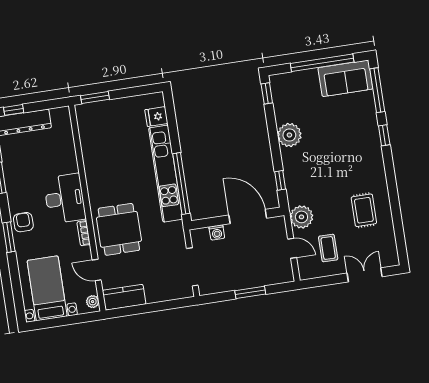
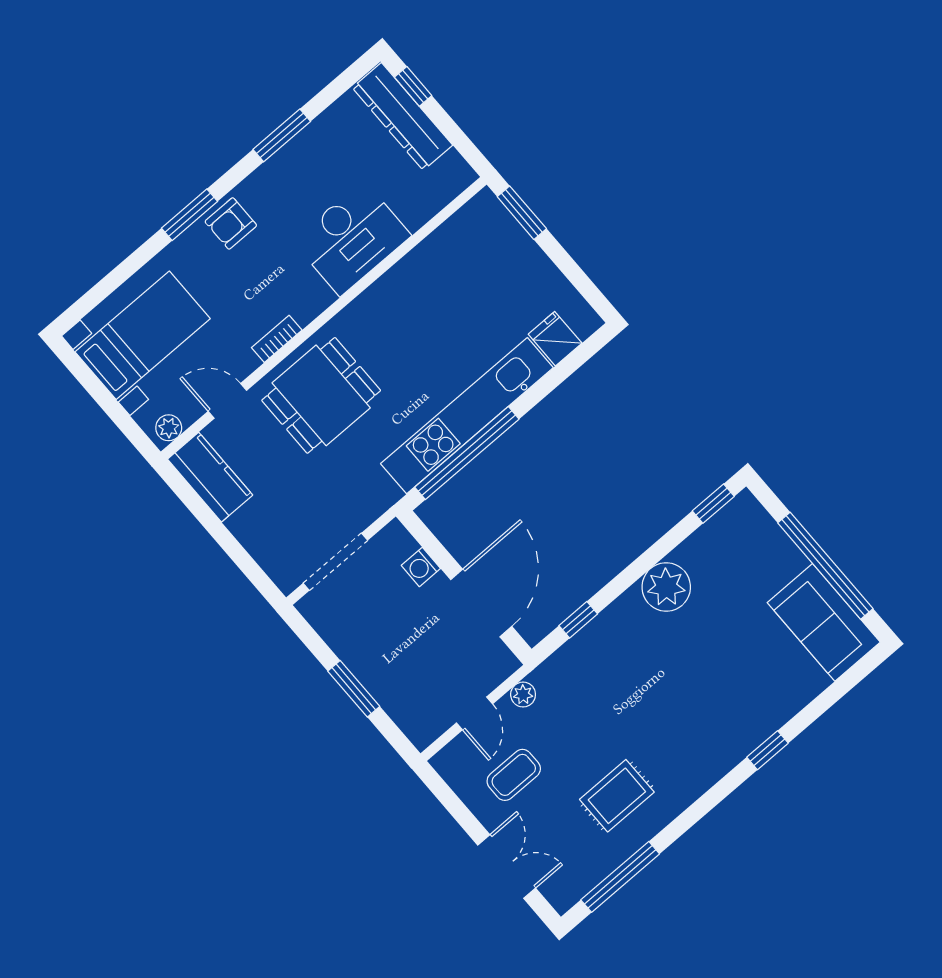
window: (377, 90) -> (620, 877), moved
desk: (65, 199) -> (352, 238), moved
plant: (301, 217) -> (523, 695), width x0.53, depth x0.53
armchair: (23, 222) -> (231, 223), turned 180
door: (97, 270) -> (227, 401), hinge flipped

